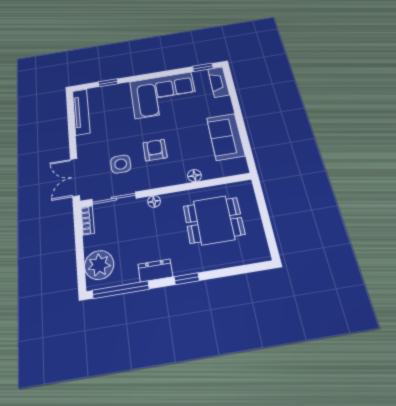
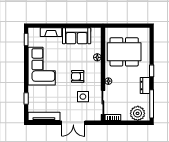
fireplace: (219, 82) -> (51, 32), moved
double door: (75, 177) -> (73, 123), moved
dining table: (214, 220) -> (124, 52), width x1.37

